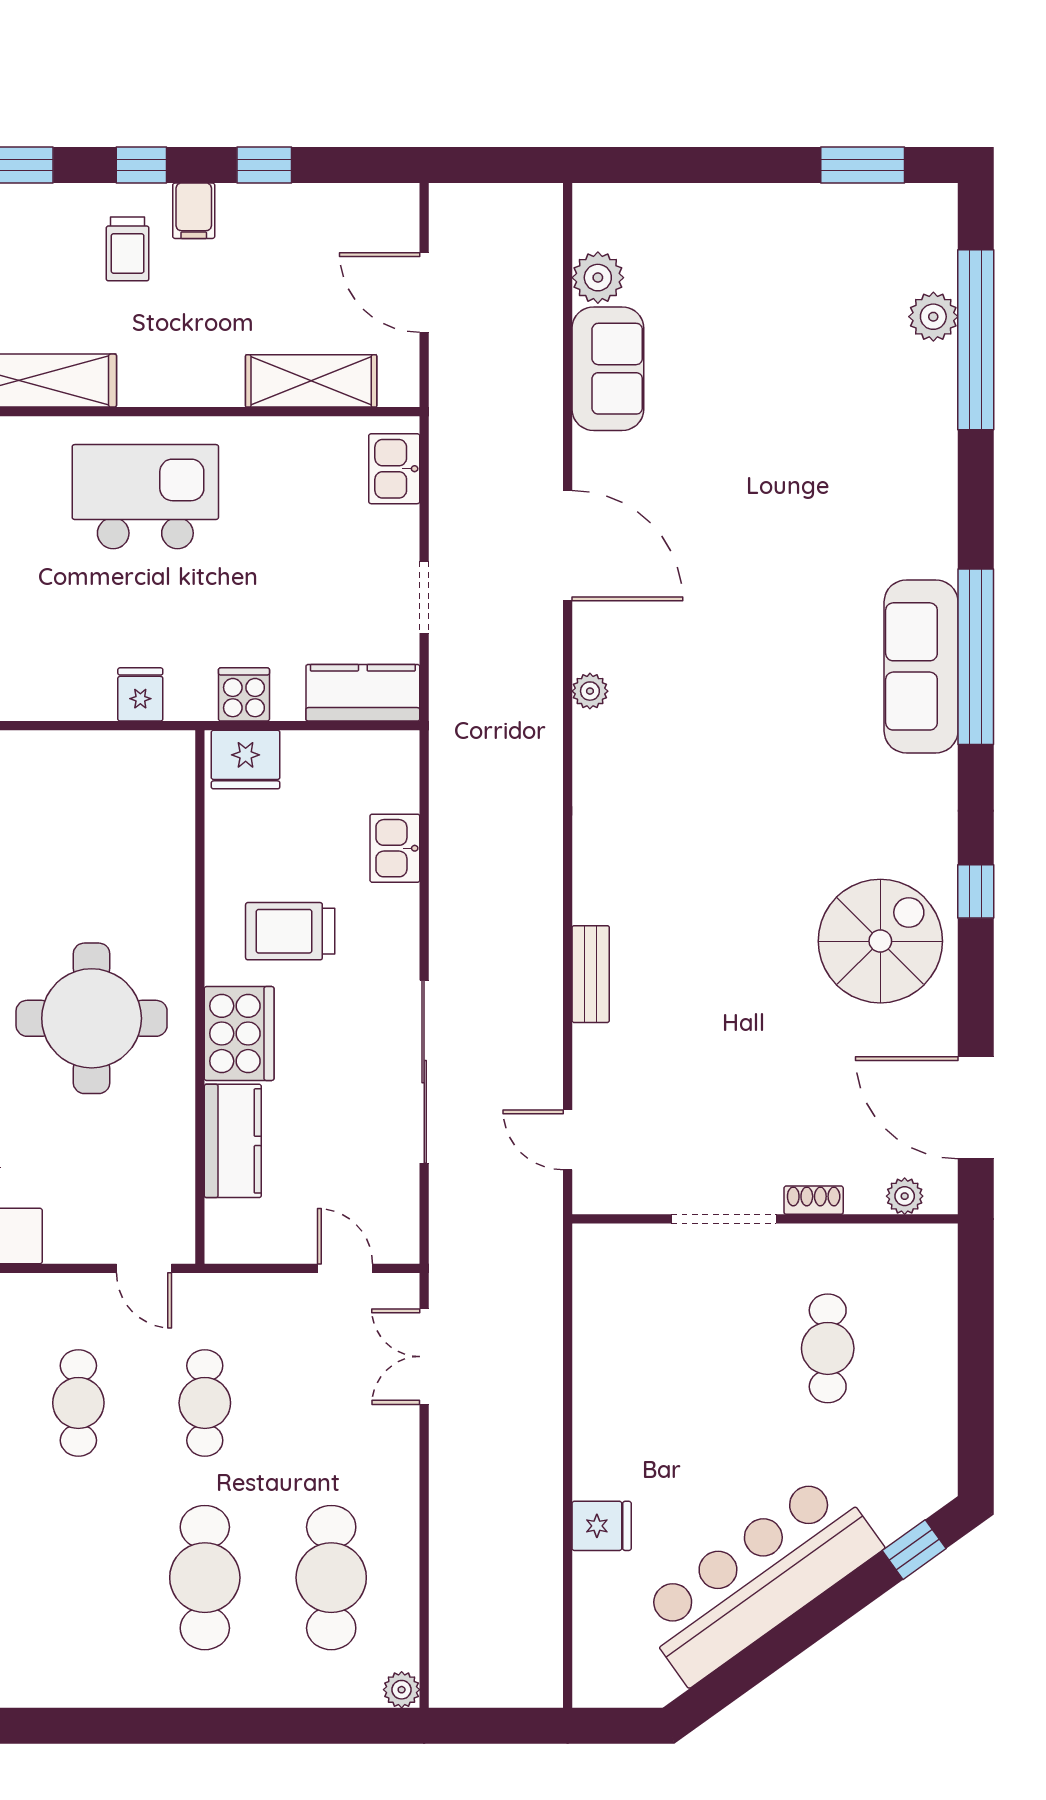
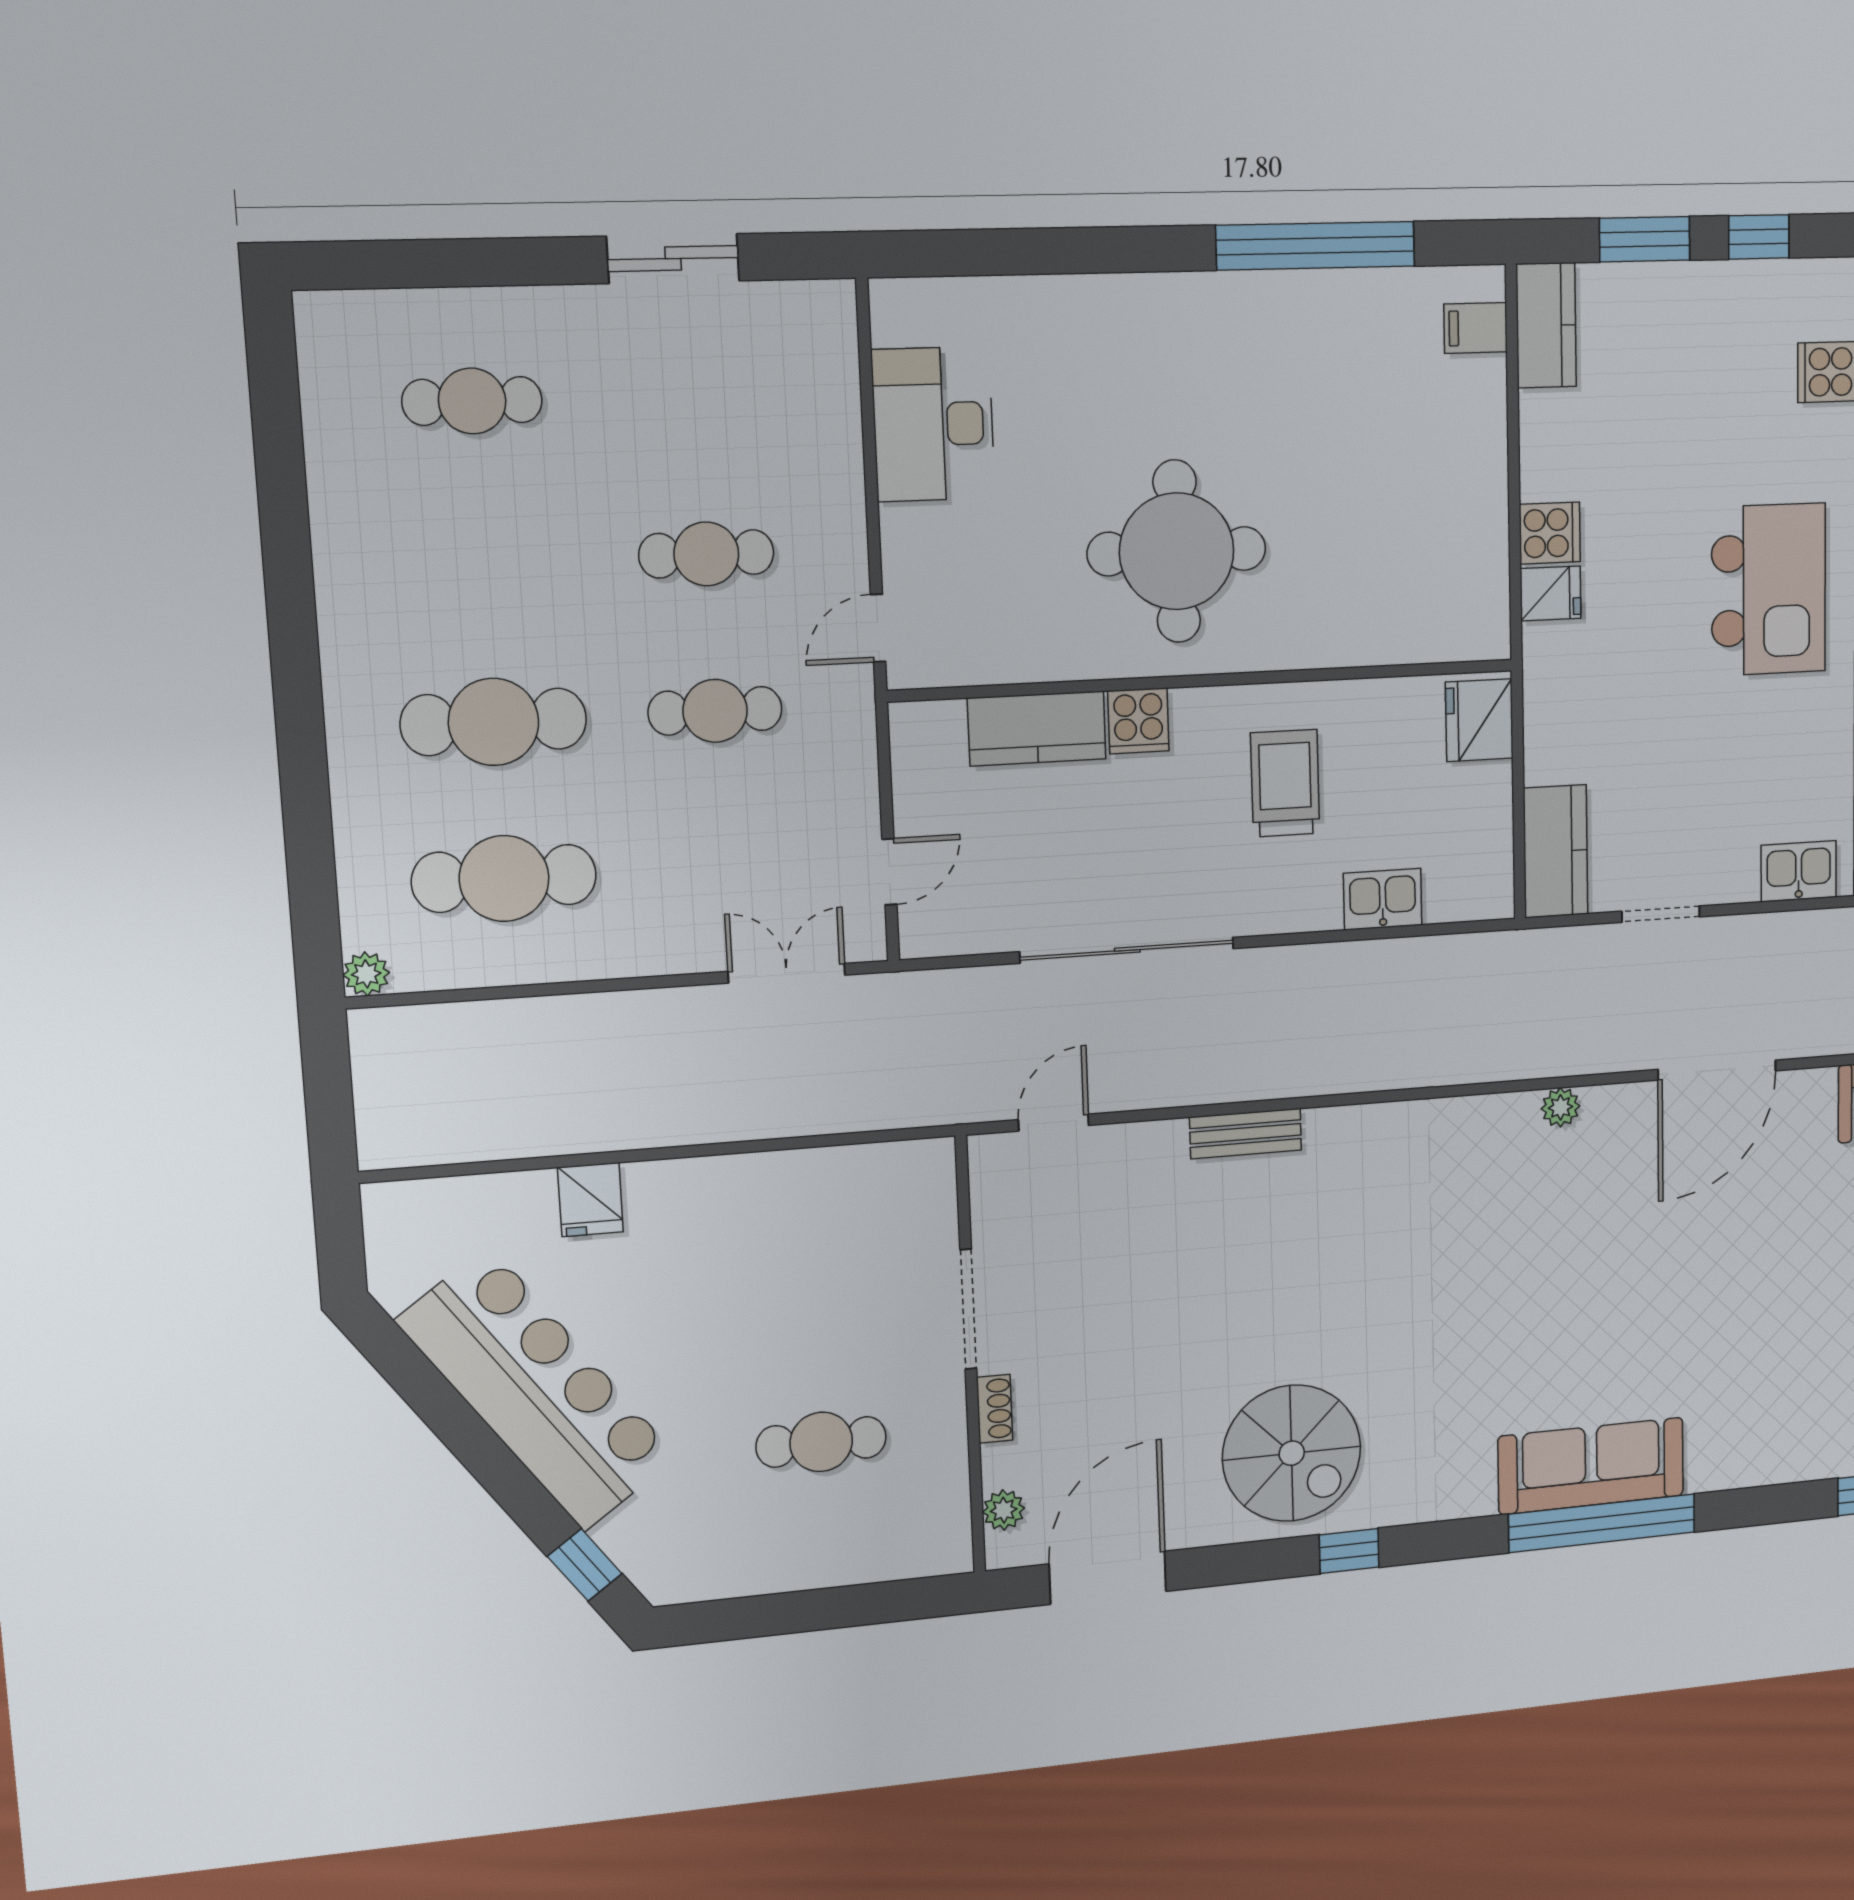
cooker: (244, 694) -> (1550, 533), moved
cooker: (239, 1033) -> (1138, 721), width x0.53, depth x0.76

